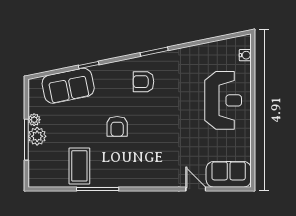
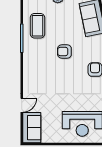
coffee table: (79, 166) -> (37, 26), turned 90

